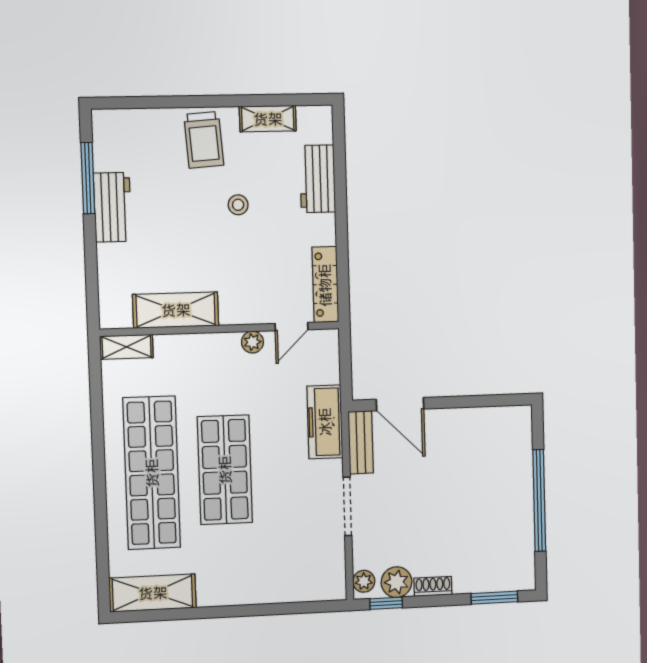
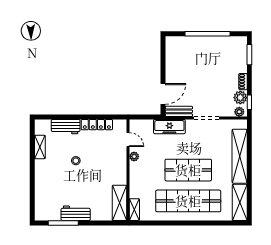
trolley: (204, 140) -> (48, 174), removed
locker: (325, 285) -> (97, 125), moved
shelving: (176, 310) -> (120, 203), moved
shelving: (261, 587) -> (240, 156), added

